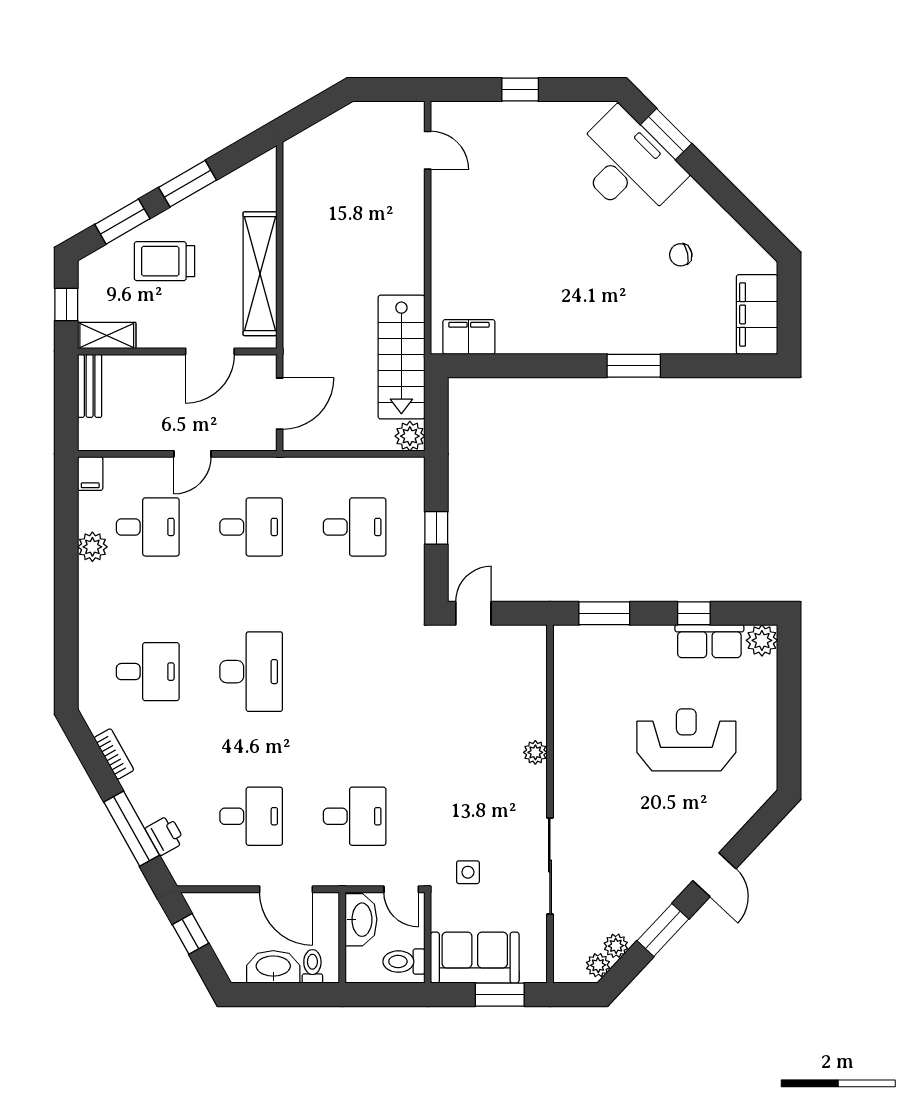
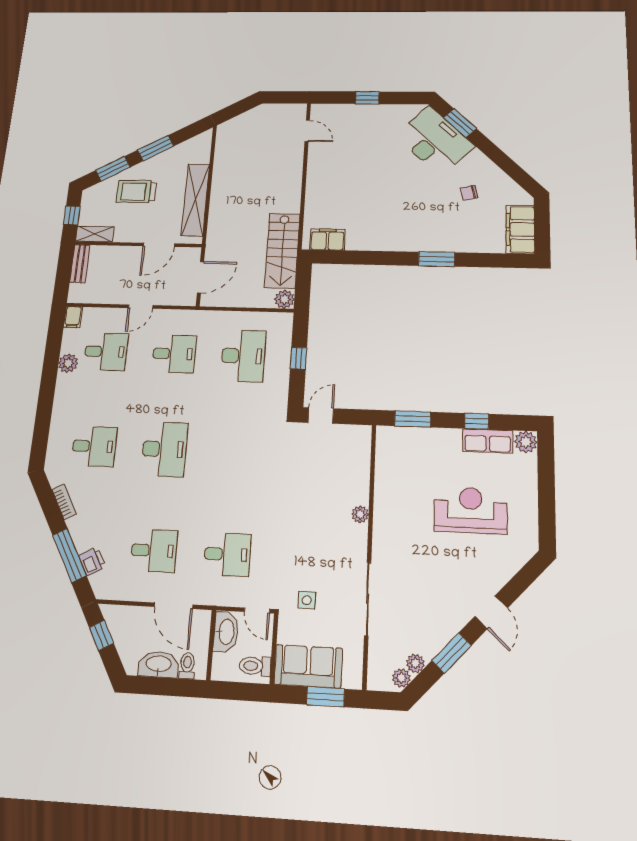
desk: (355, 527) -> (243, 356), width x1.37

